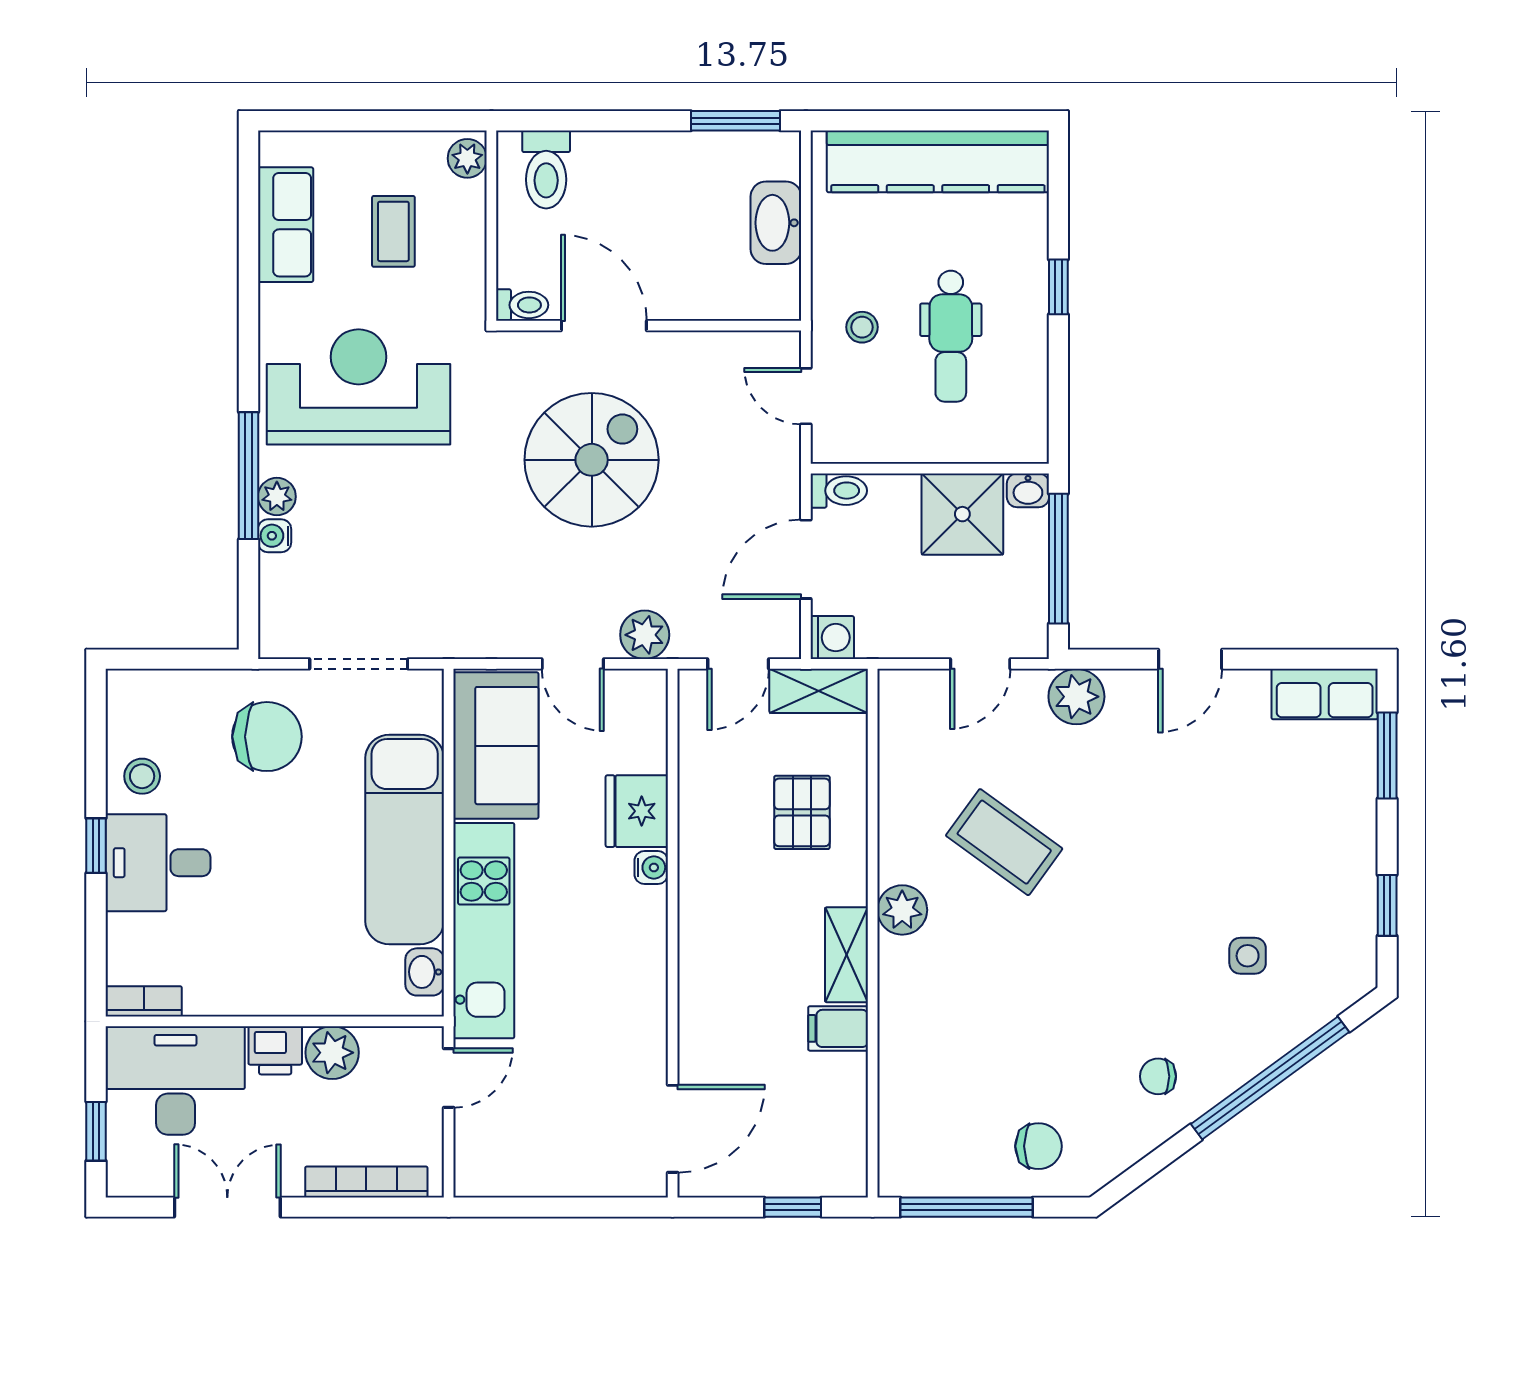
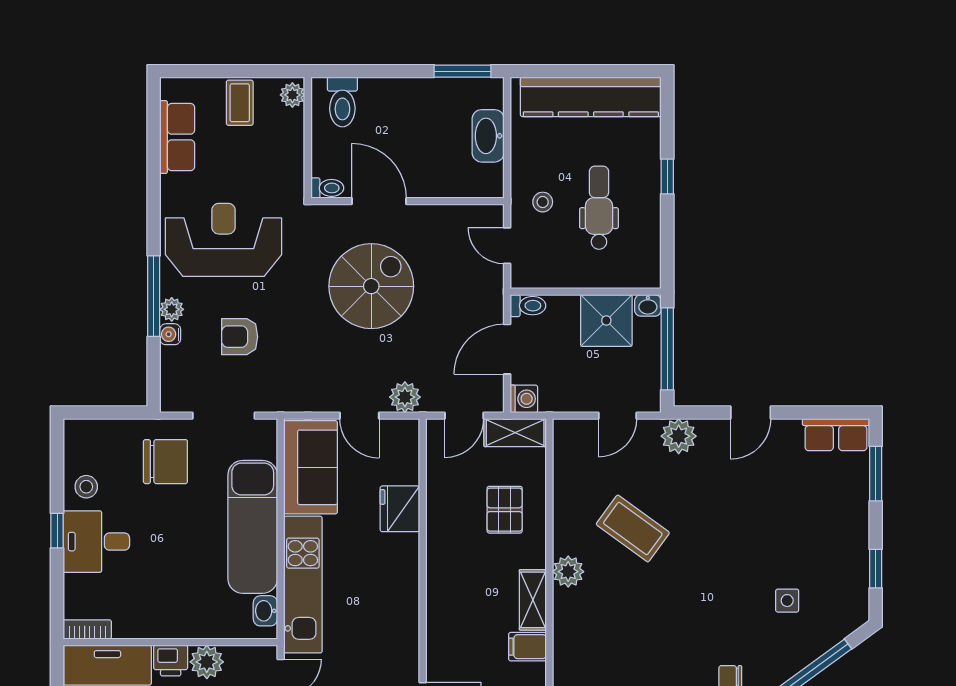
coffee table: (393, 231) -> (240, 103), moved
dental chair: (951, 336) -> (599, 208), turned 180
armchair: (384, 539) -> (240, 337), added
water cooler: (651, 868) -> (409, 545), removed

